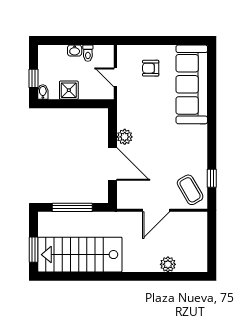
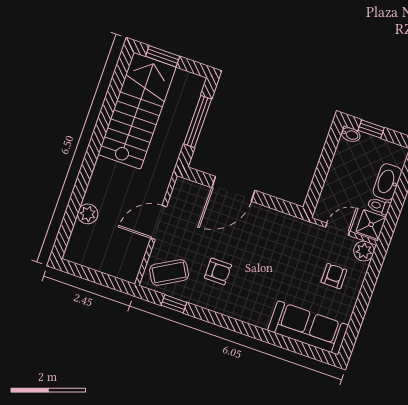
washbasin: (75, 51) -> (387, 182), width x1.91, depth x1.45
sofa: (192, 84) -> (308, 328), width x0.74, depth x0.79
shower: (69, 90) -> (371, 224), moved
plant: (125, 137) -> (364, 251), moved
armchair: (177, 154) -> (218, 271), added
door: (156, 210) -> (159, 223), hinge flipped

